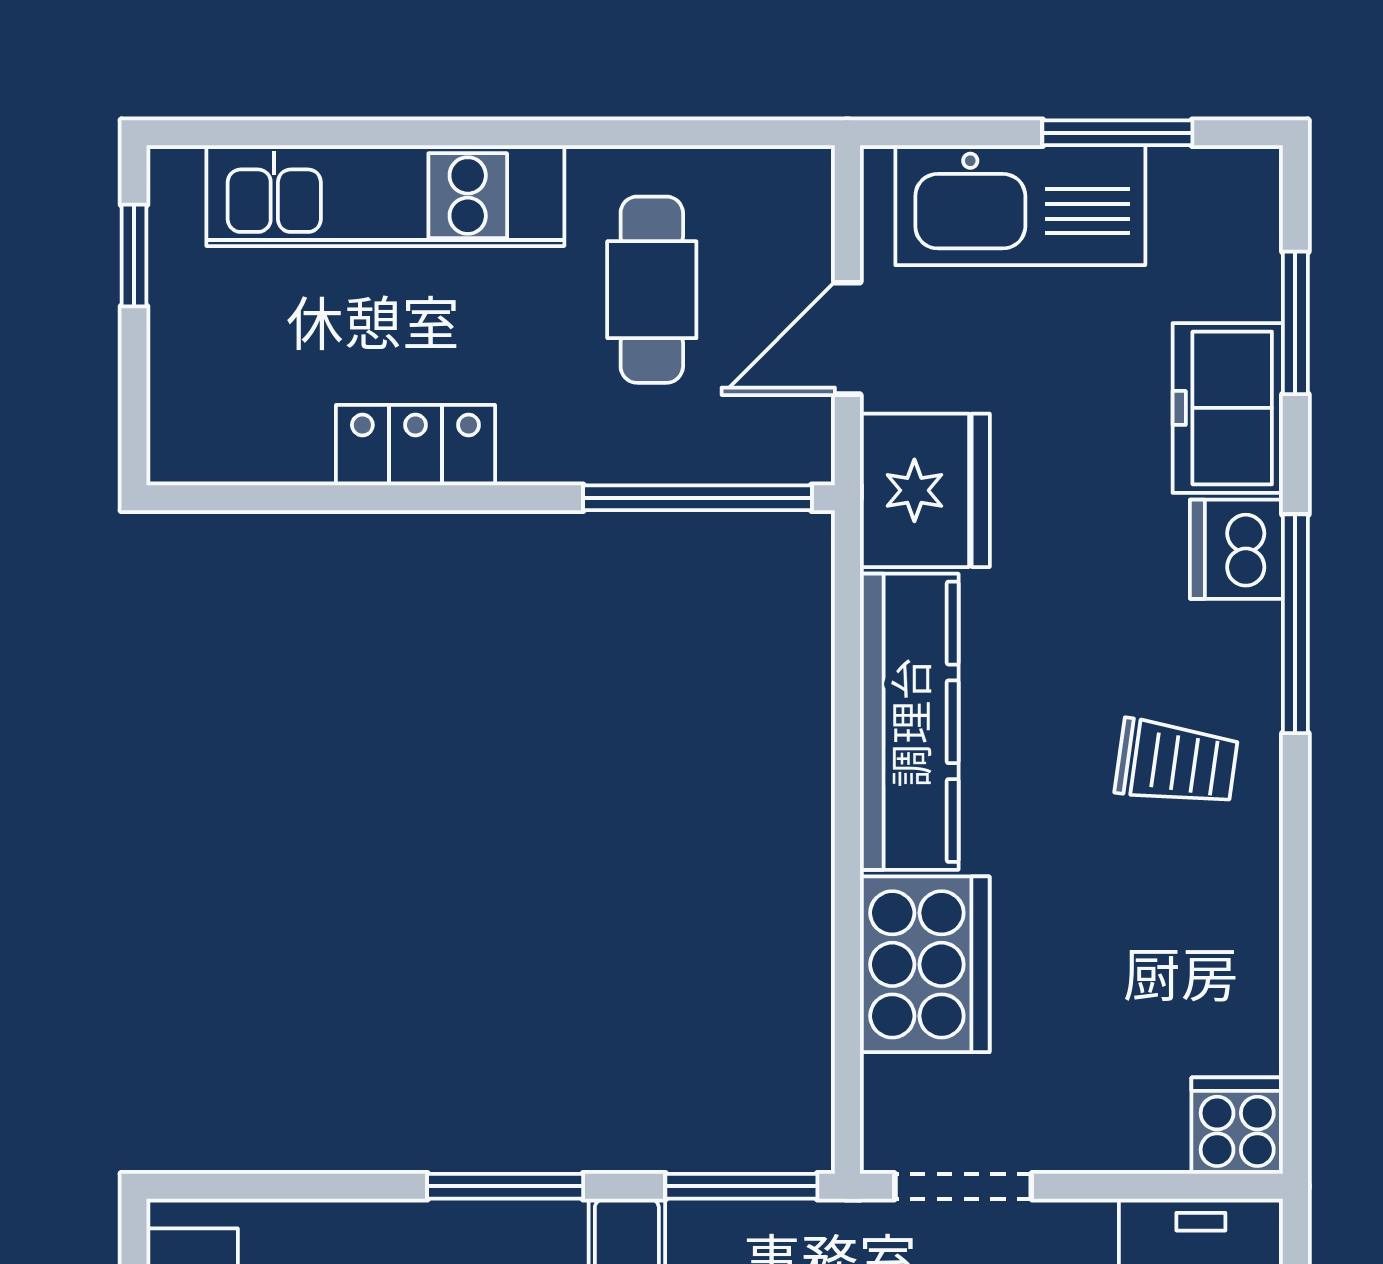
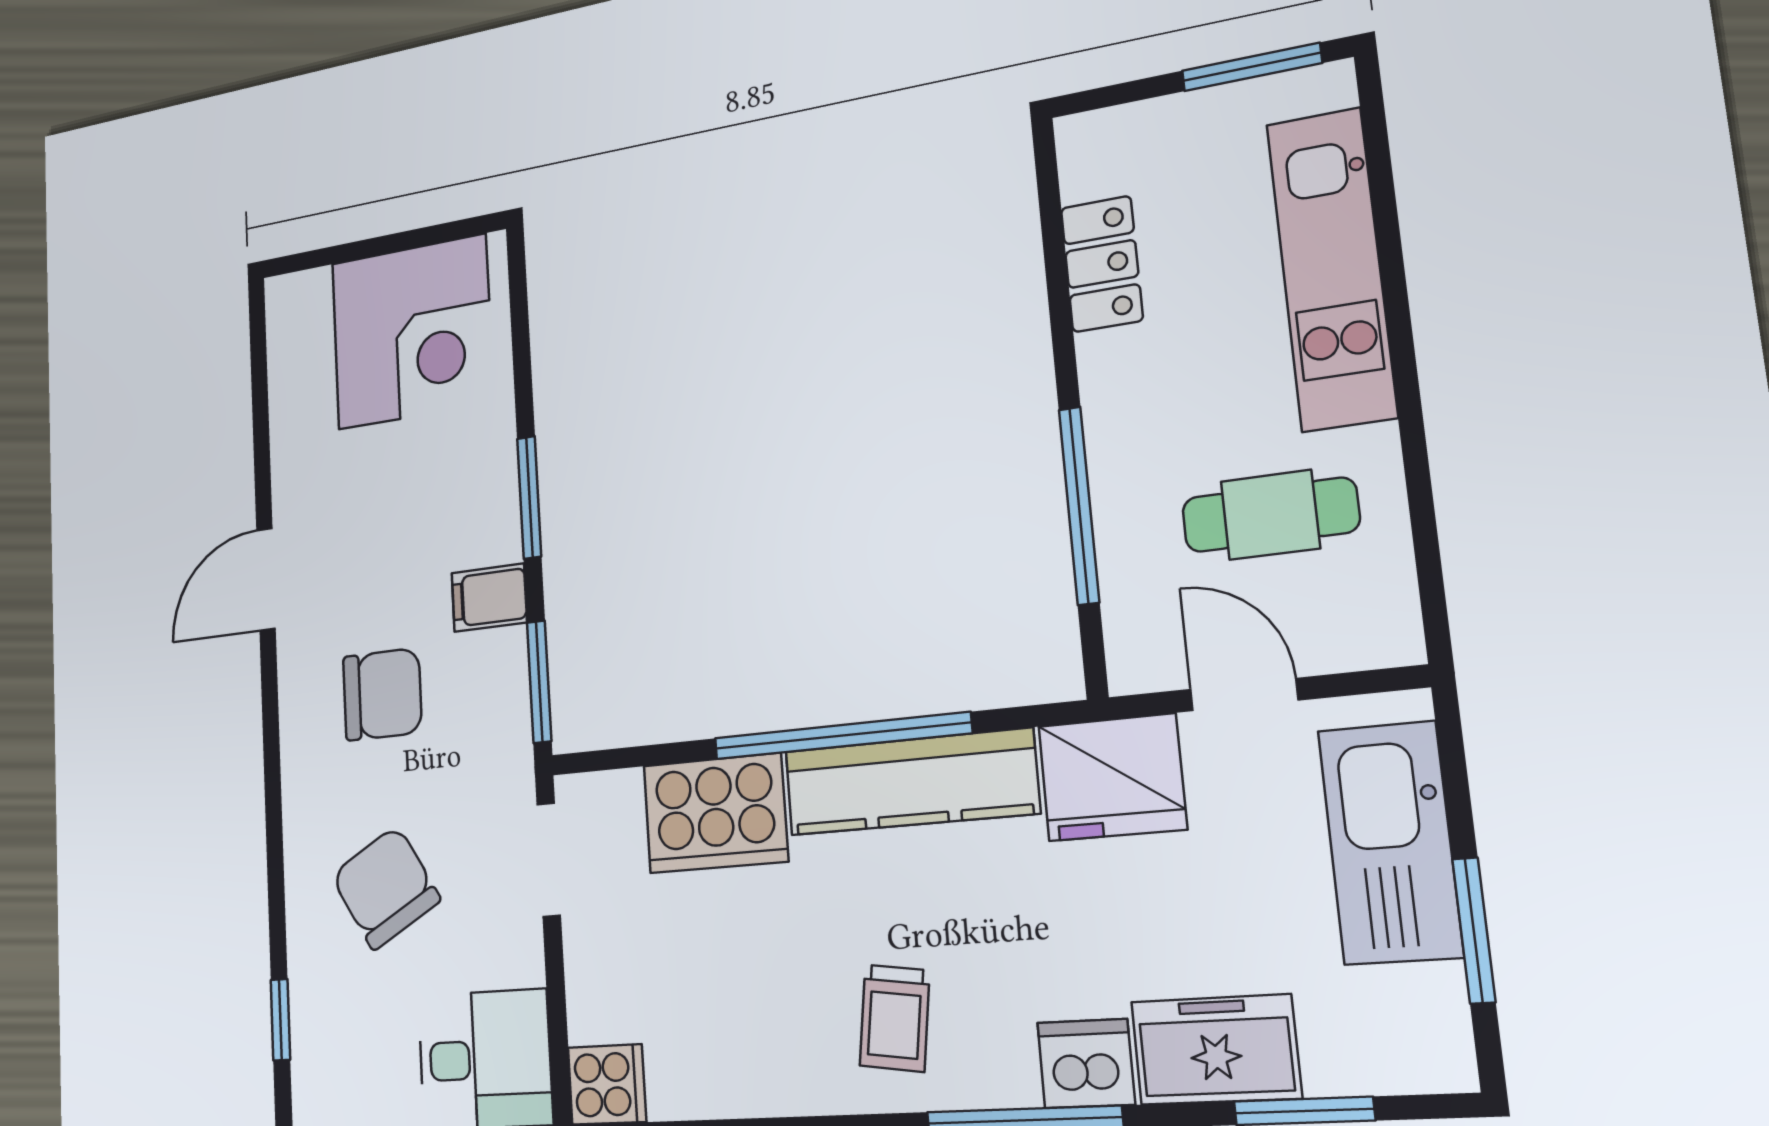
window: (134, 255) -> (1252, 67), width x1.50
locker: (415, 445) -> (1102, 264), moved
window: (697, 498) -> (1079, 505), moved
window: (847, 801) -> (841, 736), added

